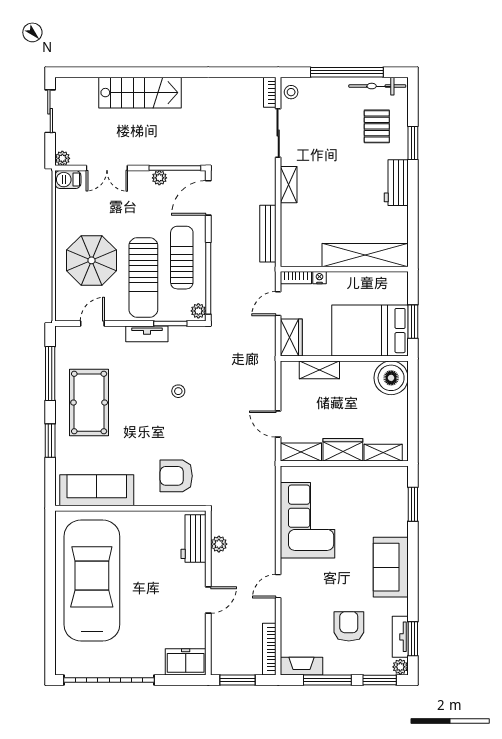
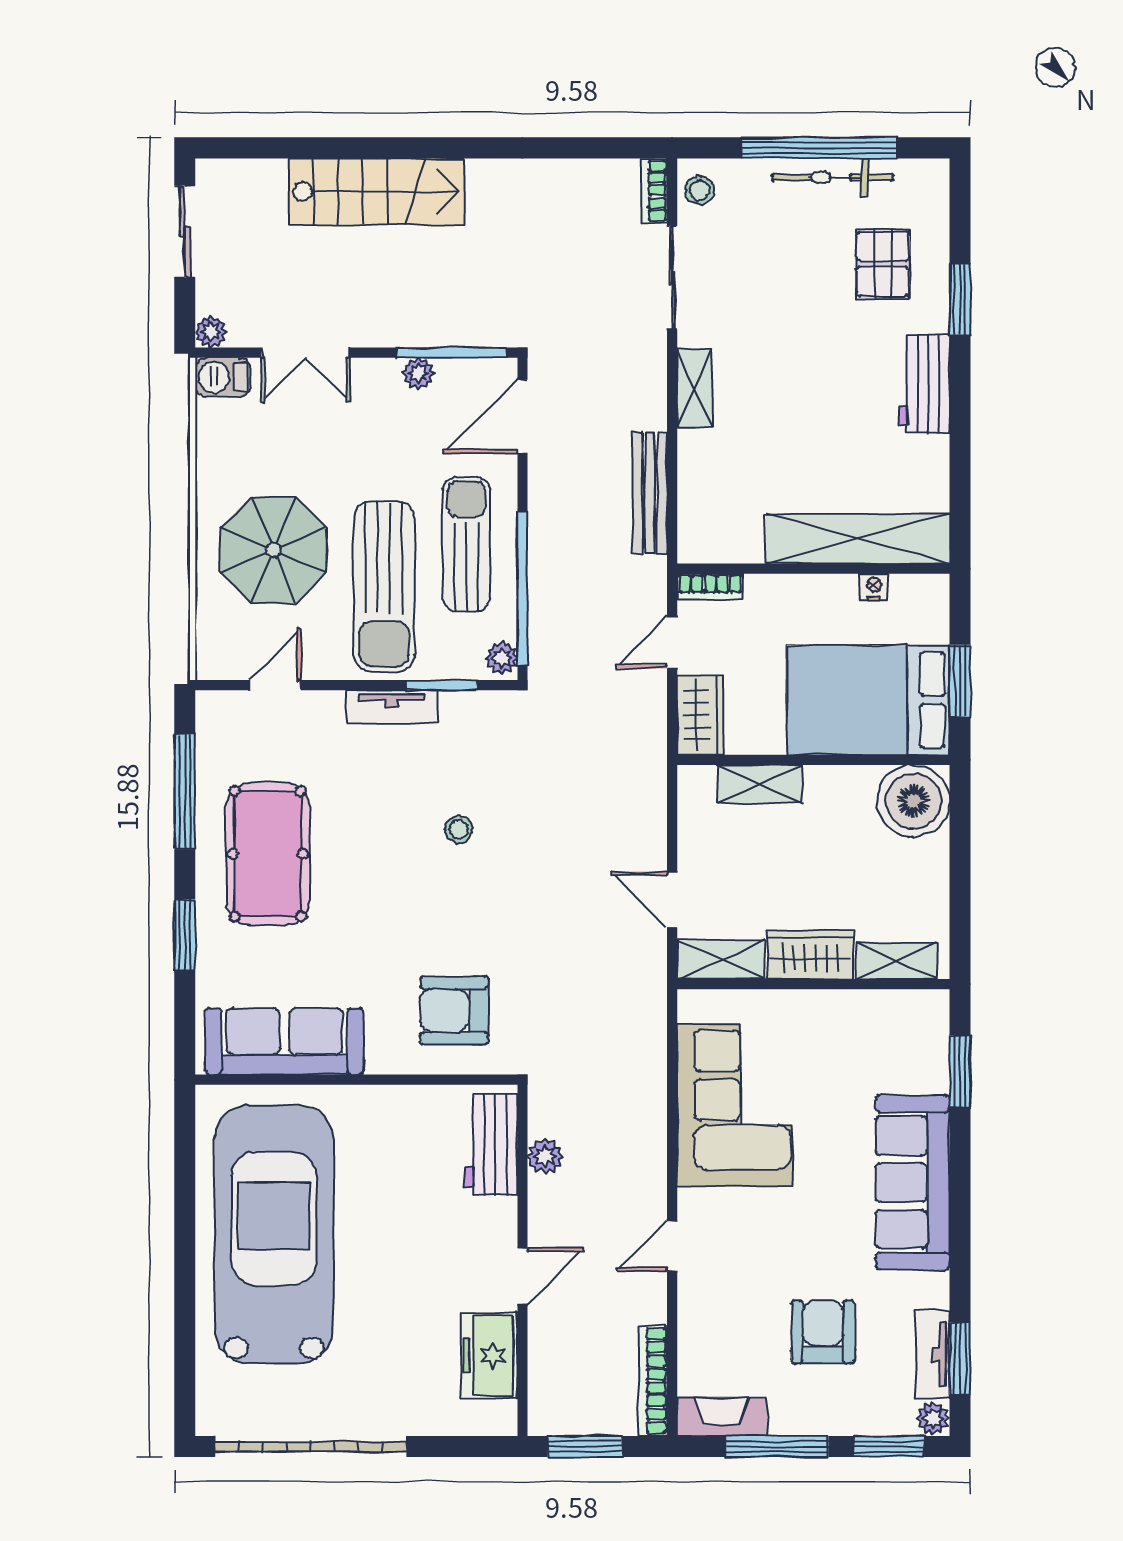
bicycle: (377, 86) -> (833, 177), moved
nightstand: (319, 278) -> (874, 587), moved
sofa: (391, 567) -> (912, 1182), width x1.36
freezer: (186, 662) -> (489, 1355), moved, turned -90

